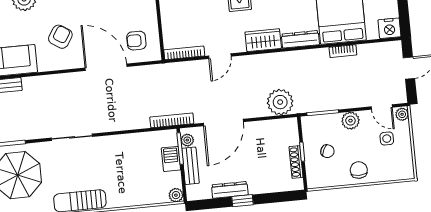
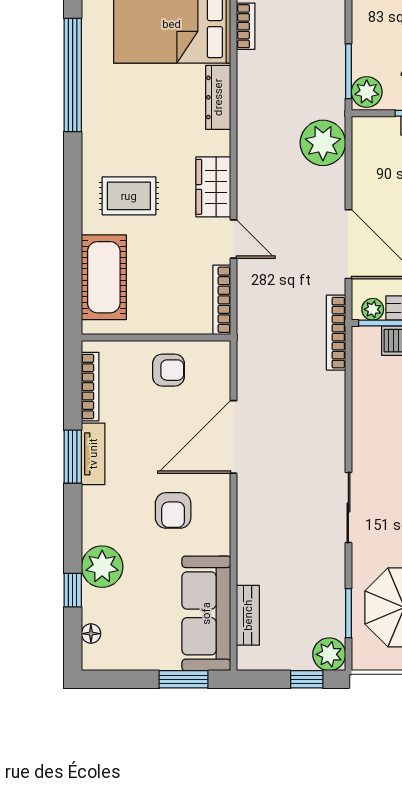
armchair: (60, 37) -> (173, 510), turned -123
wardrobe: (263, 40) -> (213, 187), moved
armchair: (136, 41) -> (168, 370), moved, turned -90
plant: (350, 121) -> (367, 92), moved

